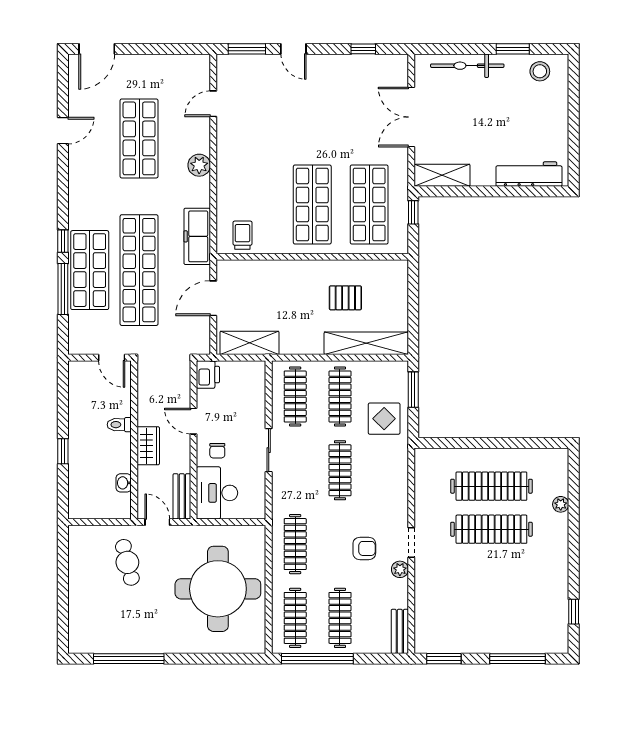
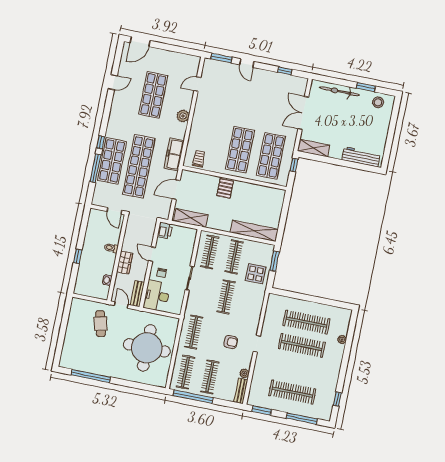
pallet: (345, 298) -> (225, 188), moved, turned 90
plant: (400, 569) -> (244, 373), moved
clothes rail: (491, 615) -> (292, 392), added

